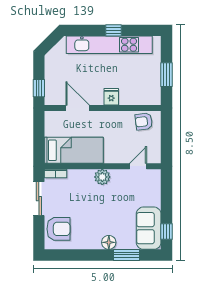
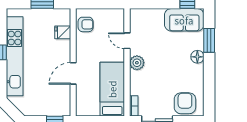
fridge: (111, 97) -> (63, 32), moved
door: (78, 108) -> (73, 73), moved
armchair: (144, 121) -> (86, 24), turned -83
door: (138, 166) -> (127, 41), moved

